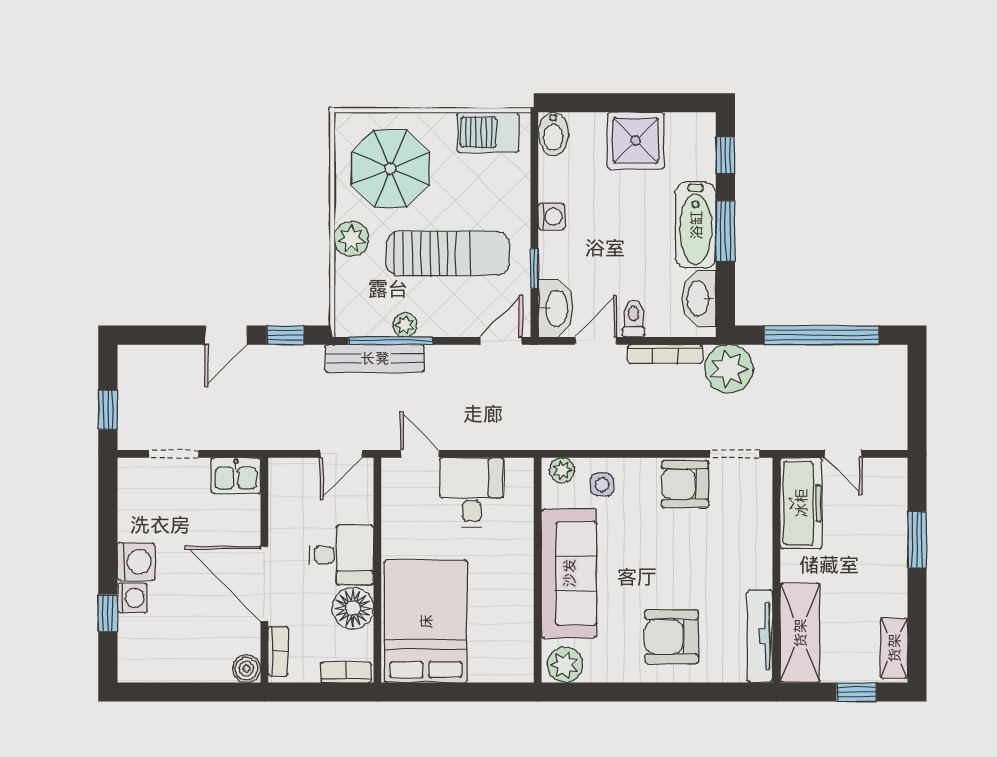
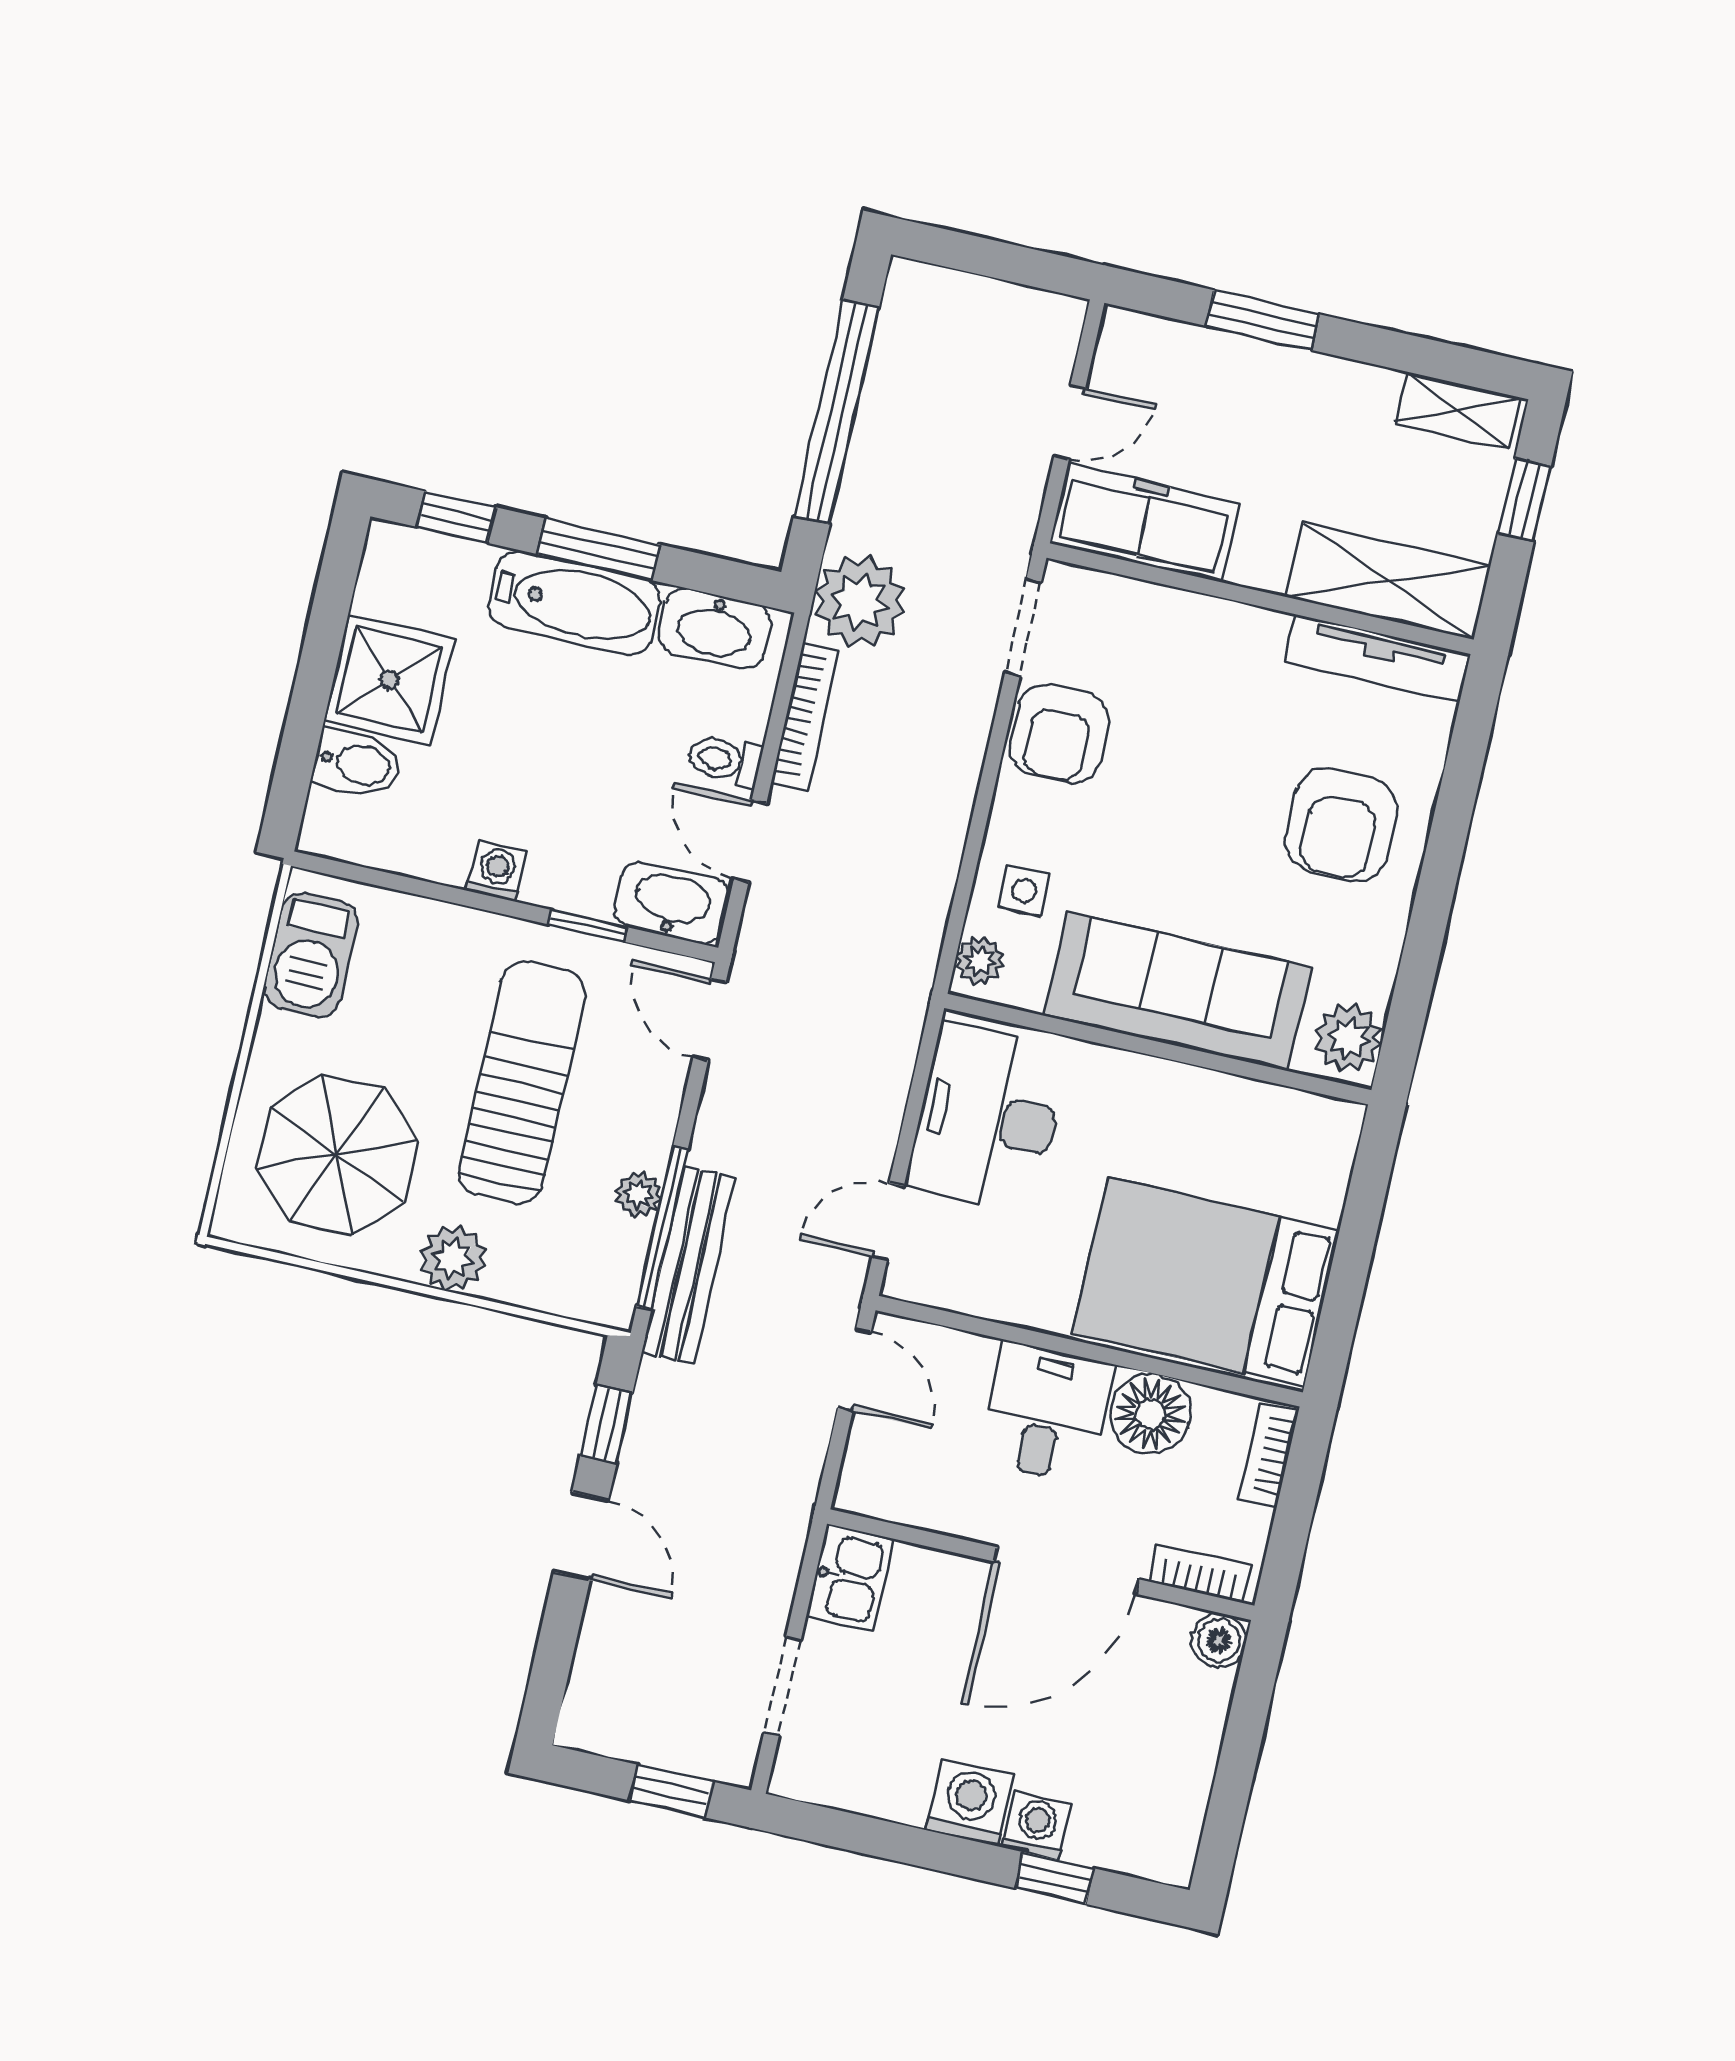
bidet: (553, 134) -> (357, 764), moved
desk: (472, 492) -> (988, 1118), width x1.37

